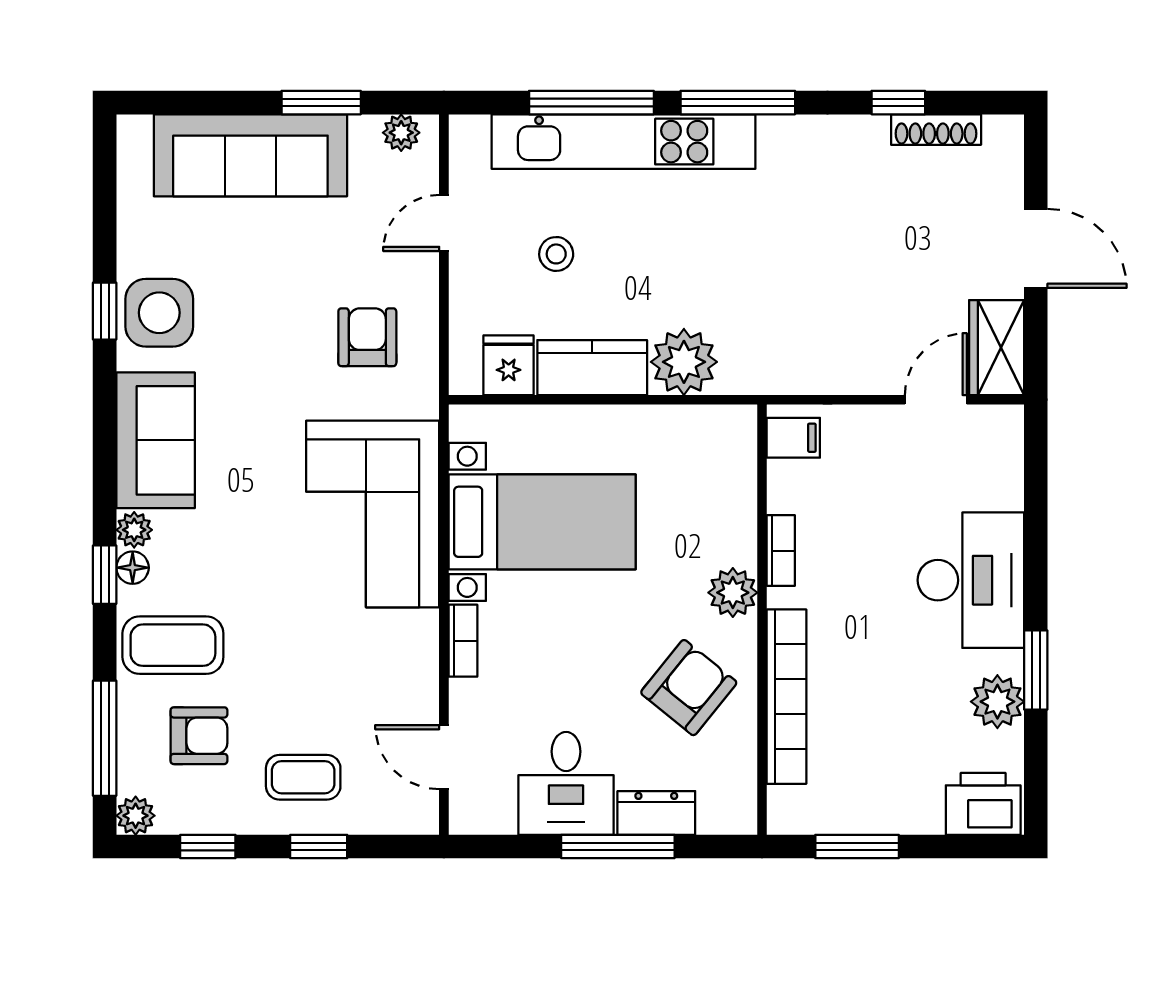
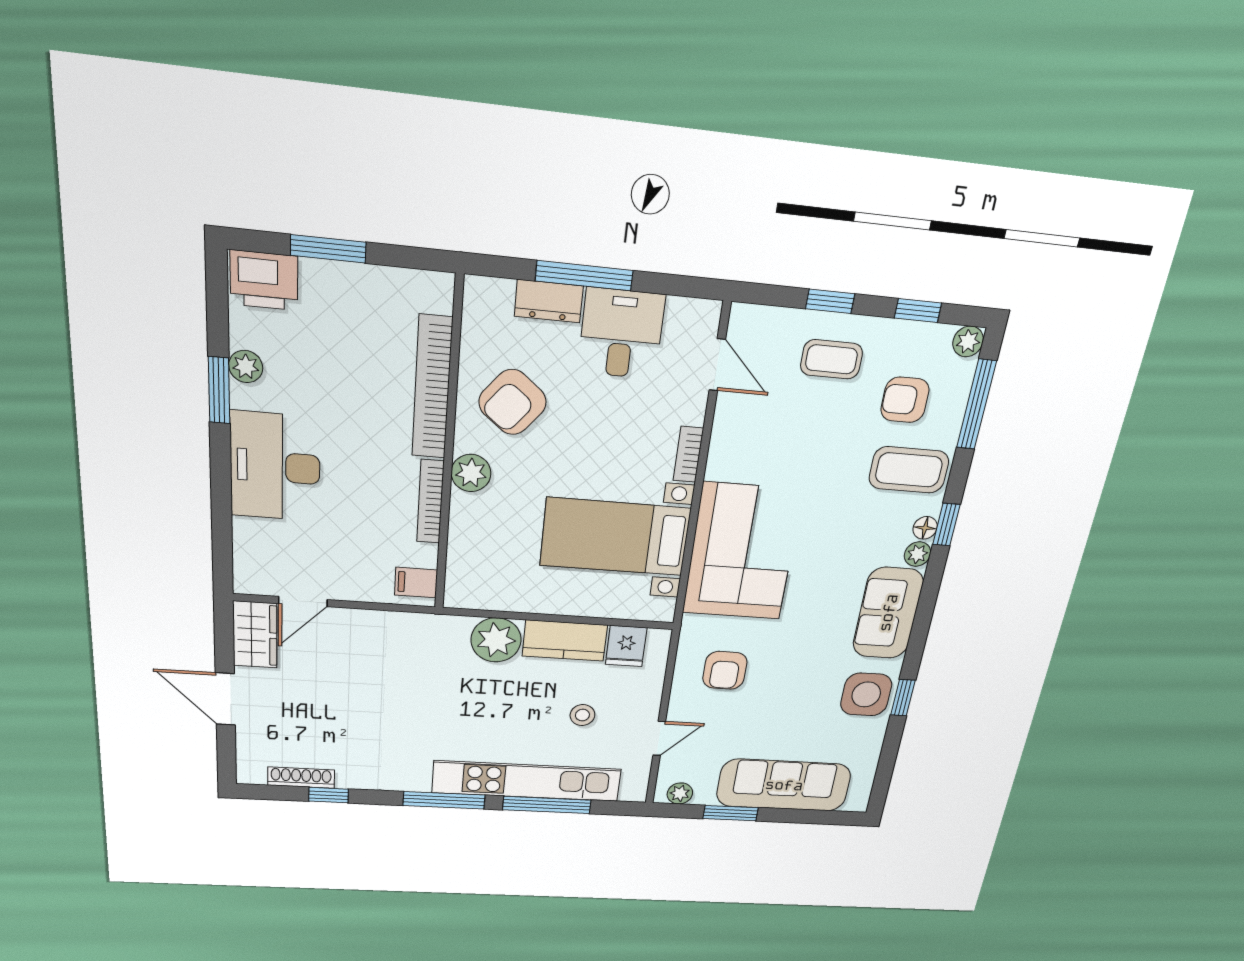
bookcase: (781, 551) -> (430, 502), width x1.56
plant: (997, 702) -> (246, 367), width x0.73, depth x0.73
window: (857, 847) -> (328, 249), moved

